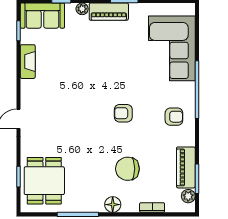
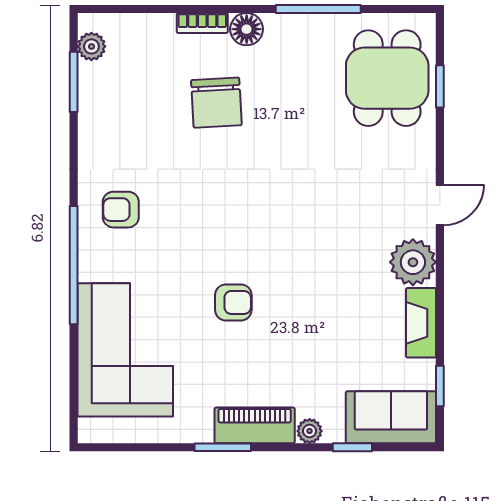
plant: (32, 91) -> (413, 262), added
armchair: (123, 113) -> (233, 302), moved
piano: (186, 167) -> (96, 105), removed
chair: (127, 169) -> (216, 103), turned 87
bookcase: (152, 207) -> (202, 23), moved

